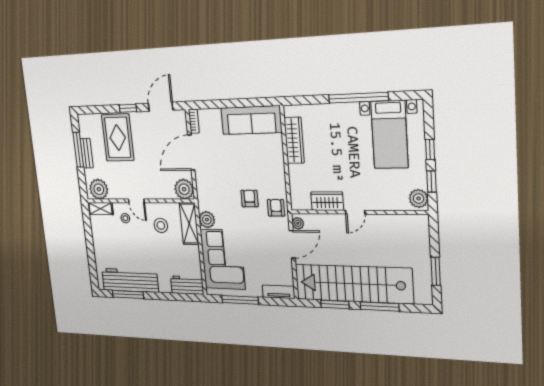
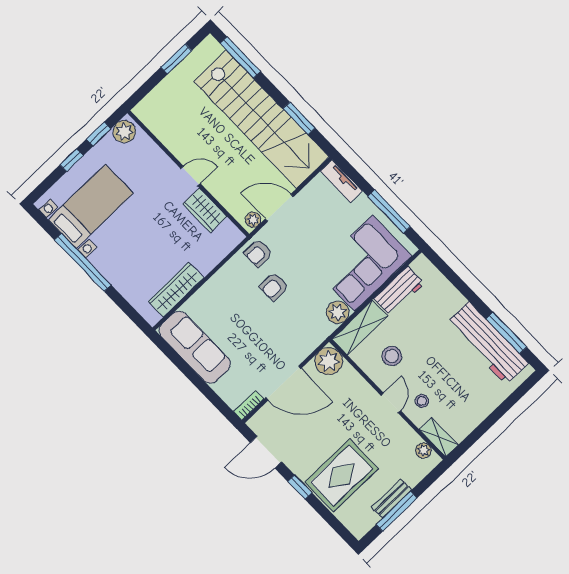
plant: (99, 189) -> (423, 450), width x0.53, depth x0.53
workbench: (187, 285) -> (399, 291), moved, turned -90
window: (380, 307) -> (240, 57), moved

